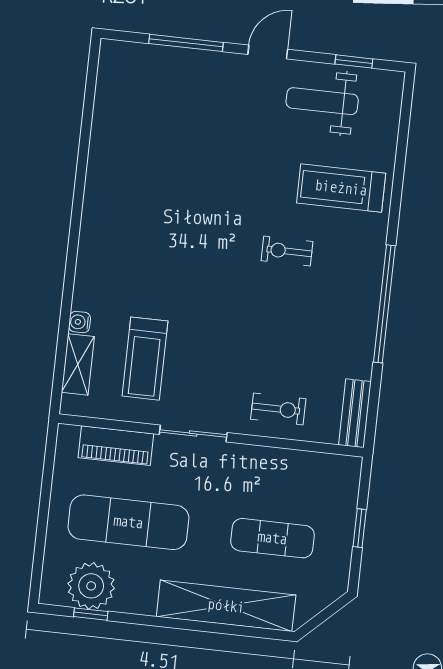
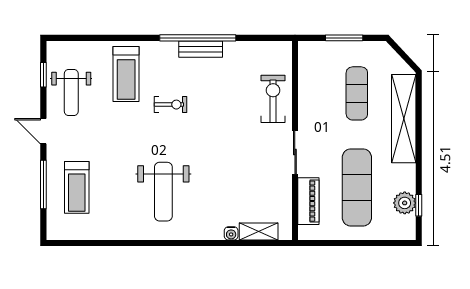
weight bench: (155, 225) -> (163, 192), added
exercise bike: (287, 251) -> (171, 105), turned -90
treadmill: (145, 359) -> (77, 187), moved, turned 90
exercise bike: (278, 409) -> (273, 99), width x1.38, depth x1.39
bench: (355, 413) -> (201, 49), moved
window: (360, 528) -> (344, 38), width x1.50
plant: (91, 586) -> (405, 203), width x0.73, depth x0.73

